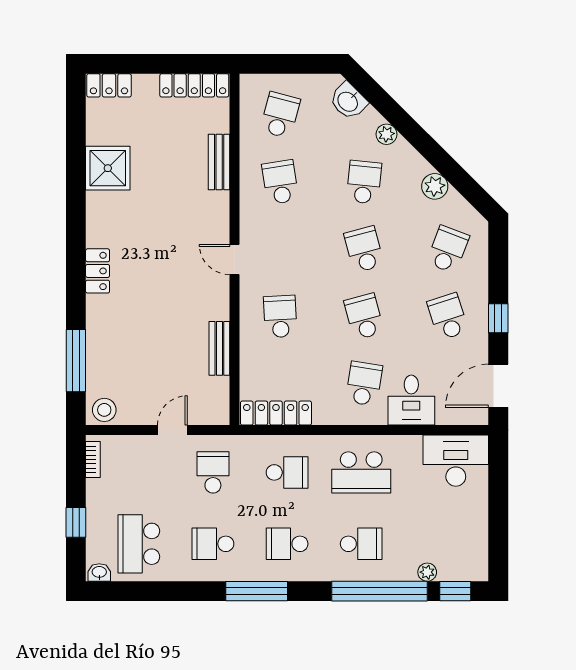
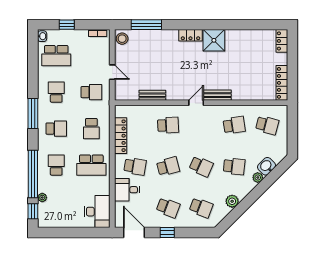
washbasin: (348, 101) -> (266, 166), moved
bench: (219, 162) -> (217, 95), moved
shower: (108, 168) -> (214, 40), moved
school desk: (364, 249) -> (201, 166), turned 39
school desk: (448, 316) -> (168, 208), turned 39
locker: (276, 413) -> (121, 136), moved
school desk: (361, 472) -> (91, 165), turned -90
school desk: (139, 544) -> (56, 56), turned 180
school desk: (287, 544) -> (56, 129), turned 90
school desk: (361, 544) -> (56, 165), turned 180

